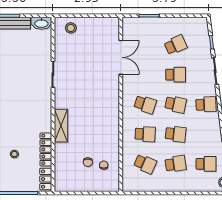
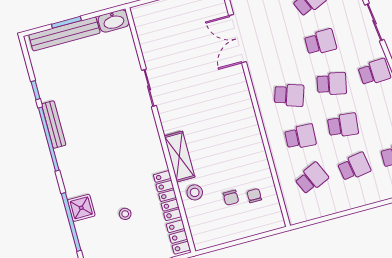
stool: (71, 28) -> (195, 192), moved
double door: (121, 57) -> (238, 39), swing flipped
school desk: (145, 164) -> (312, 178), turned -48

